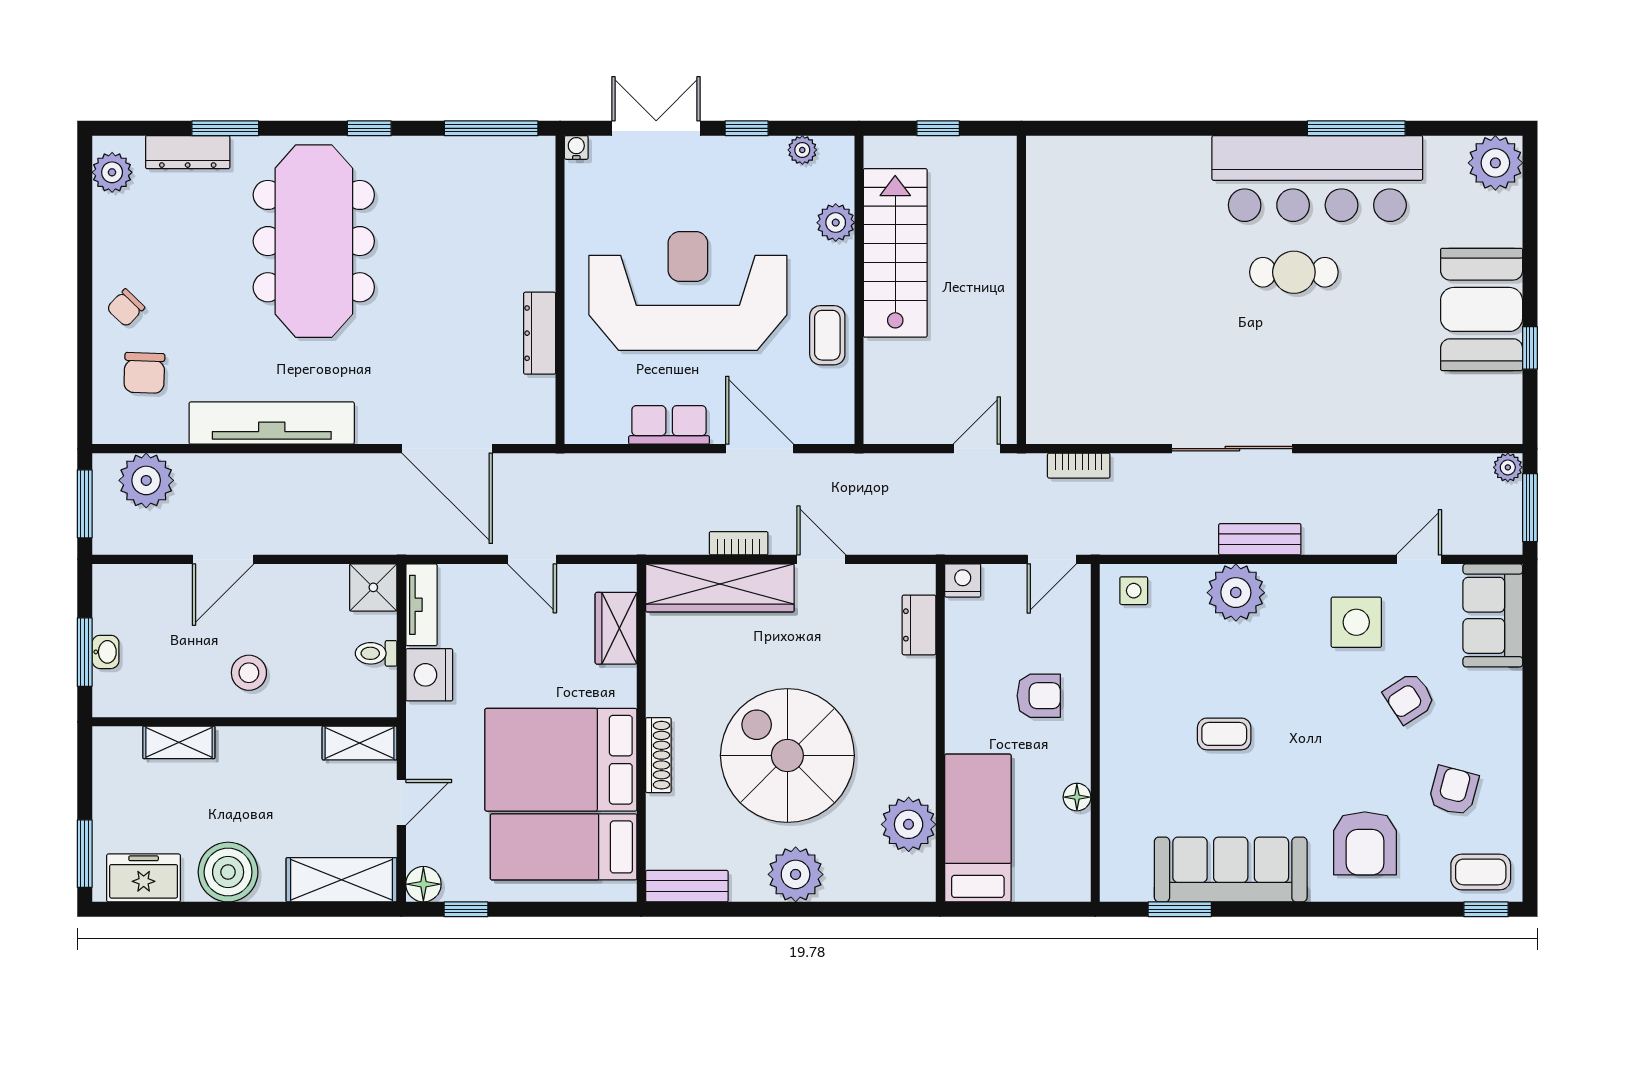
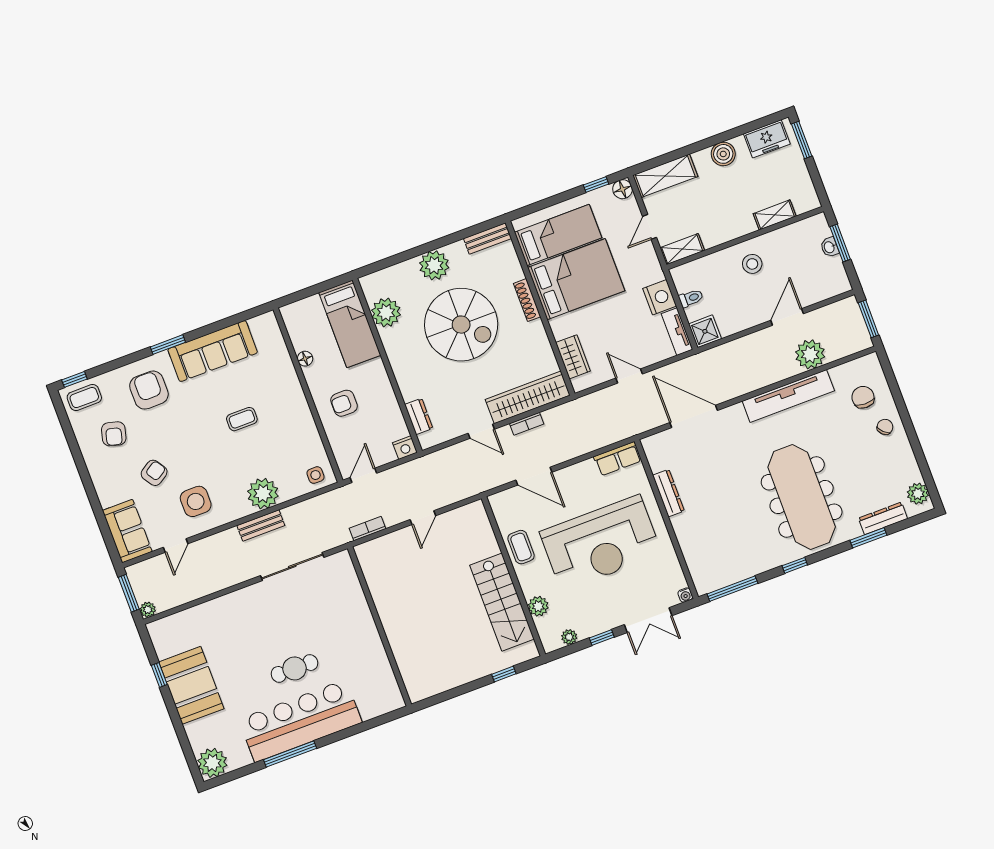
wall: (1021, 290) -> (379, 626), moved
row of seats: (669, 425) -> (618, 459), moved
plant: (146, 480) -> (810, 354), moved
boiler: (228, 872) -> (723, 154), width x0.73, depth x0.73
window: (1180, 909) -> (168, 345), moved

